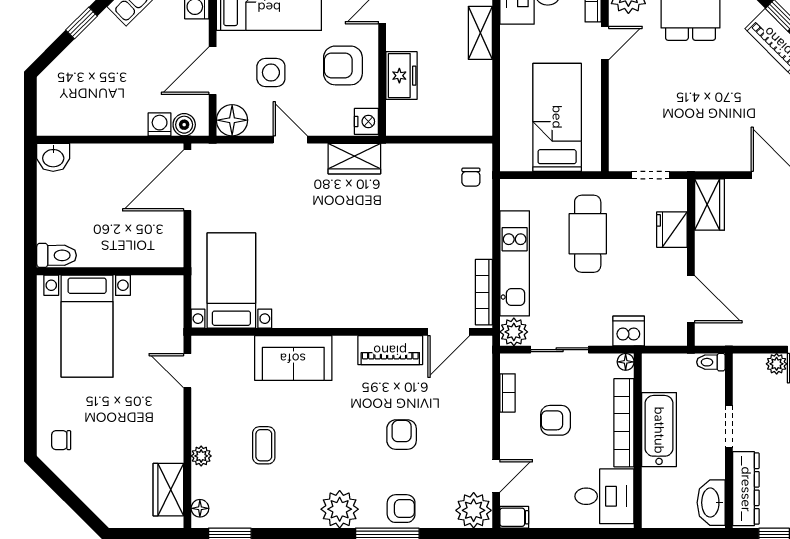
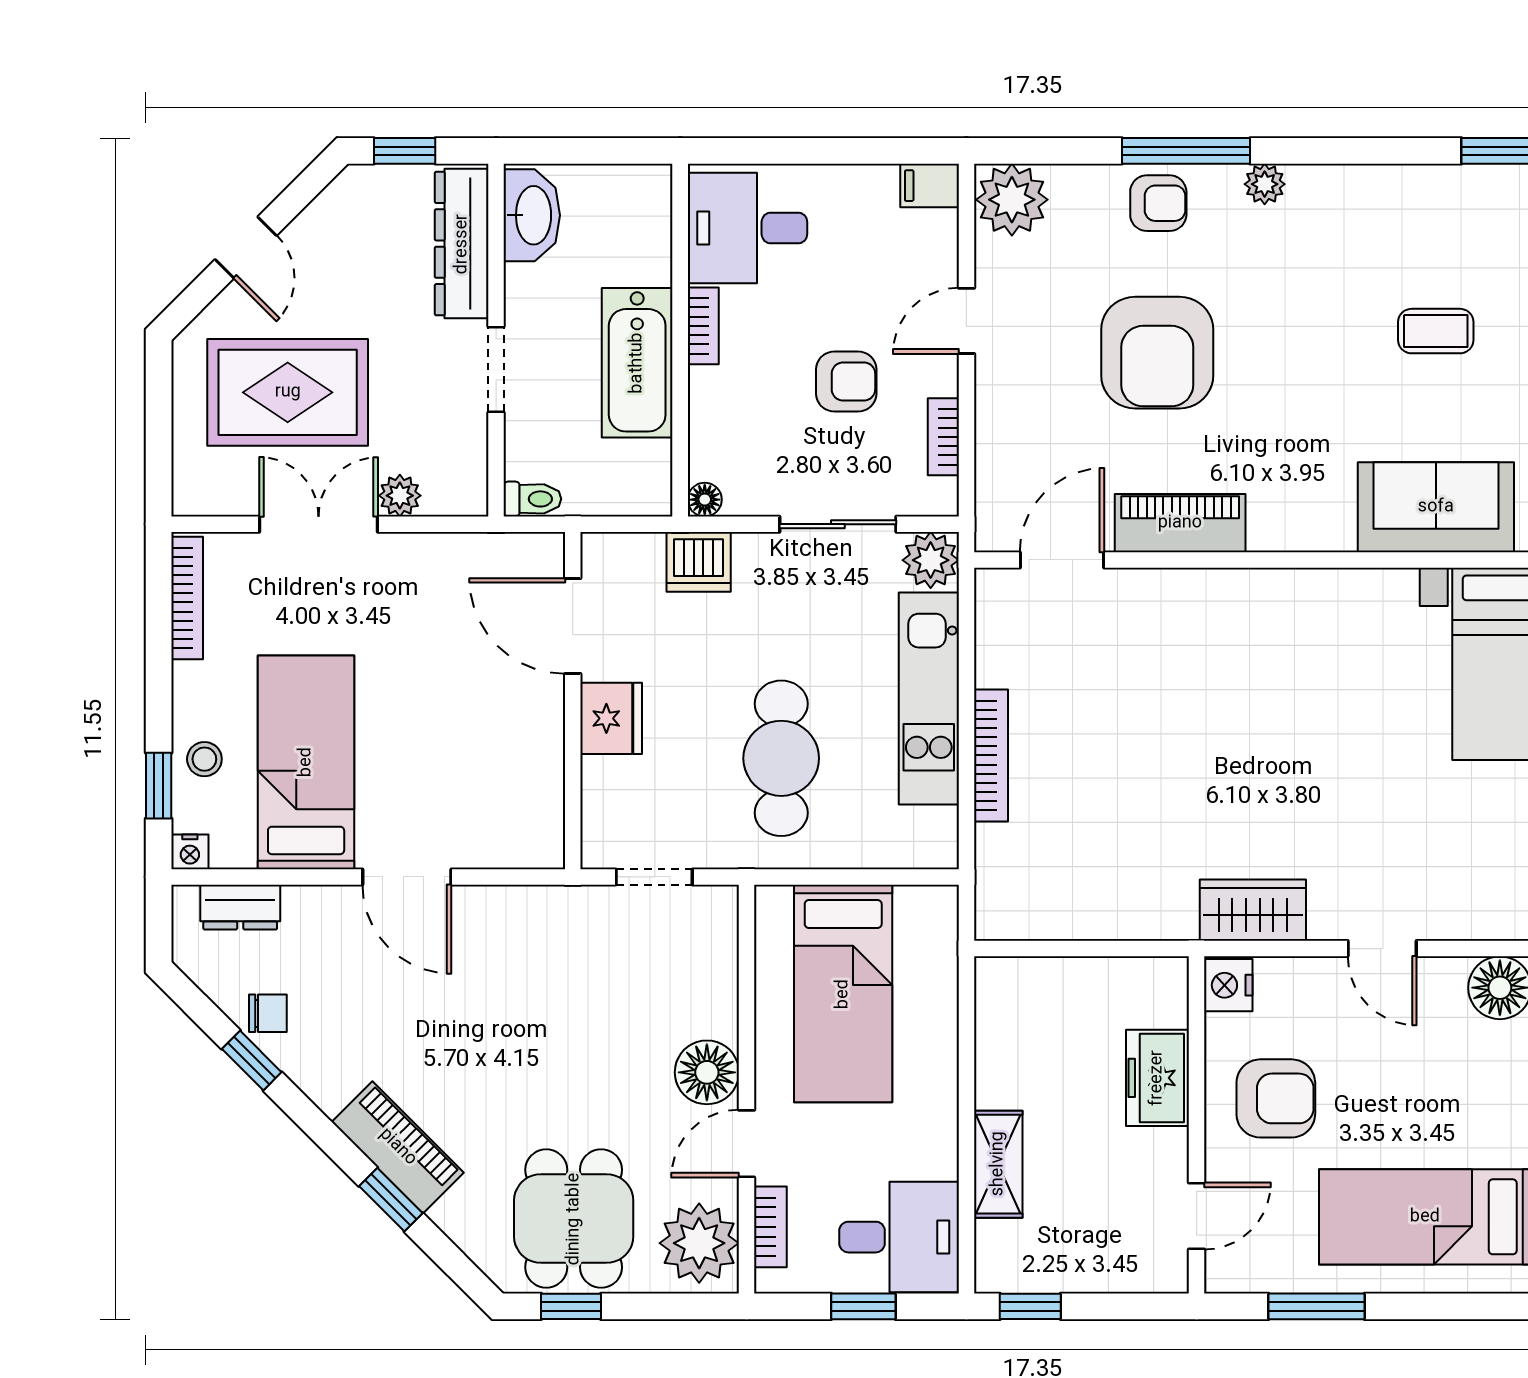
side table: (271, 72) -> (1421, 1084), removed
floor lamp: (625, 78) -> (707, 1072), added
chair: (471, 177) -> (1017, 873), removed
wardrobe: (710, 205) -> (535, 817), removed
fridge: (672, 230) -> (611, 718), moved
bookcase: (484, 292) -> (991, 755), moved
sofa: (293, 358) -> (1436, 507), moved
bookcase: (624, 423) -> (703, 326), width x0.43, depth x0.76
armchair: (402, 435) -> (1157, 353), width x1.88, depth x1.88
coffee table: (264, 445) -> (1436, 331), turned 90
door: (496, 476) -> (966, 321), moved
plant: (340, 509) -> (1265, 184), width x0.53, depth x0.53
armchair: (401, 509) -> (1158, 203), turned 180

